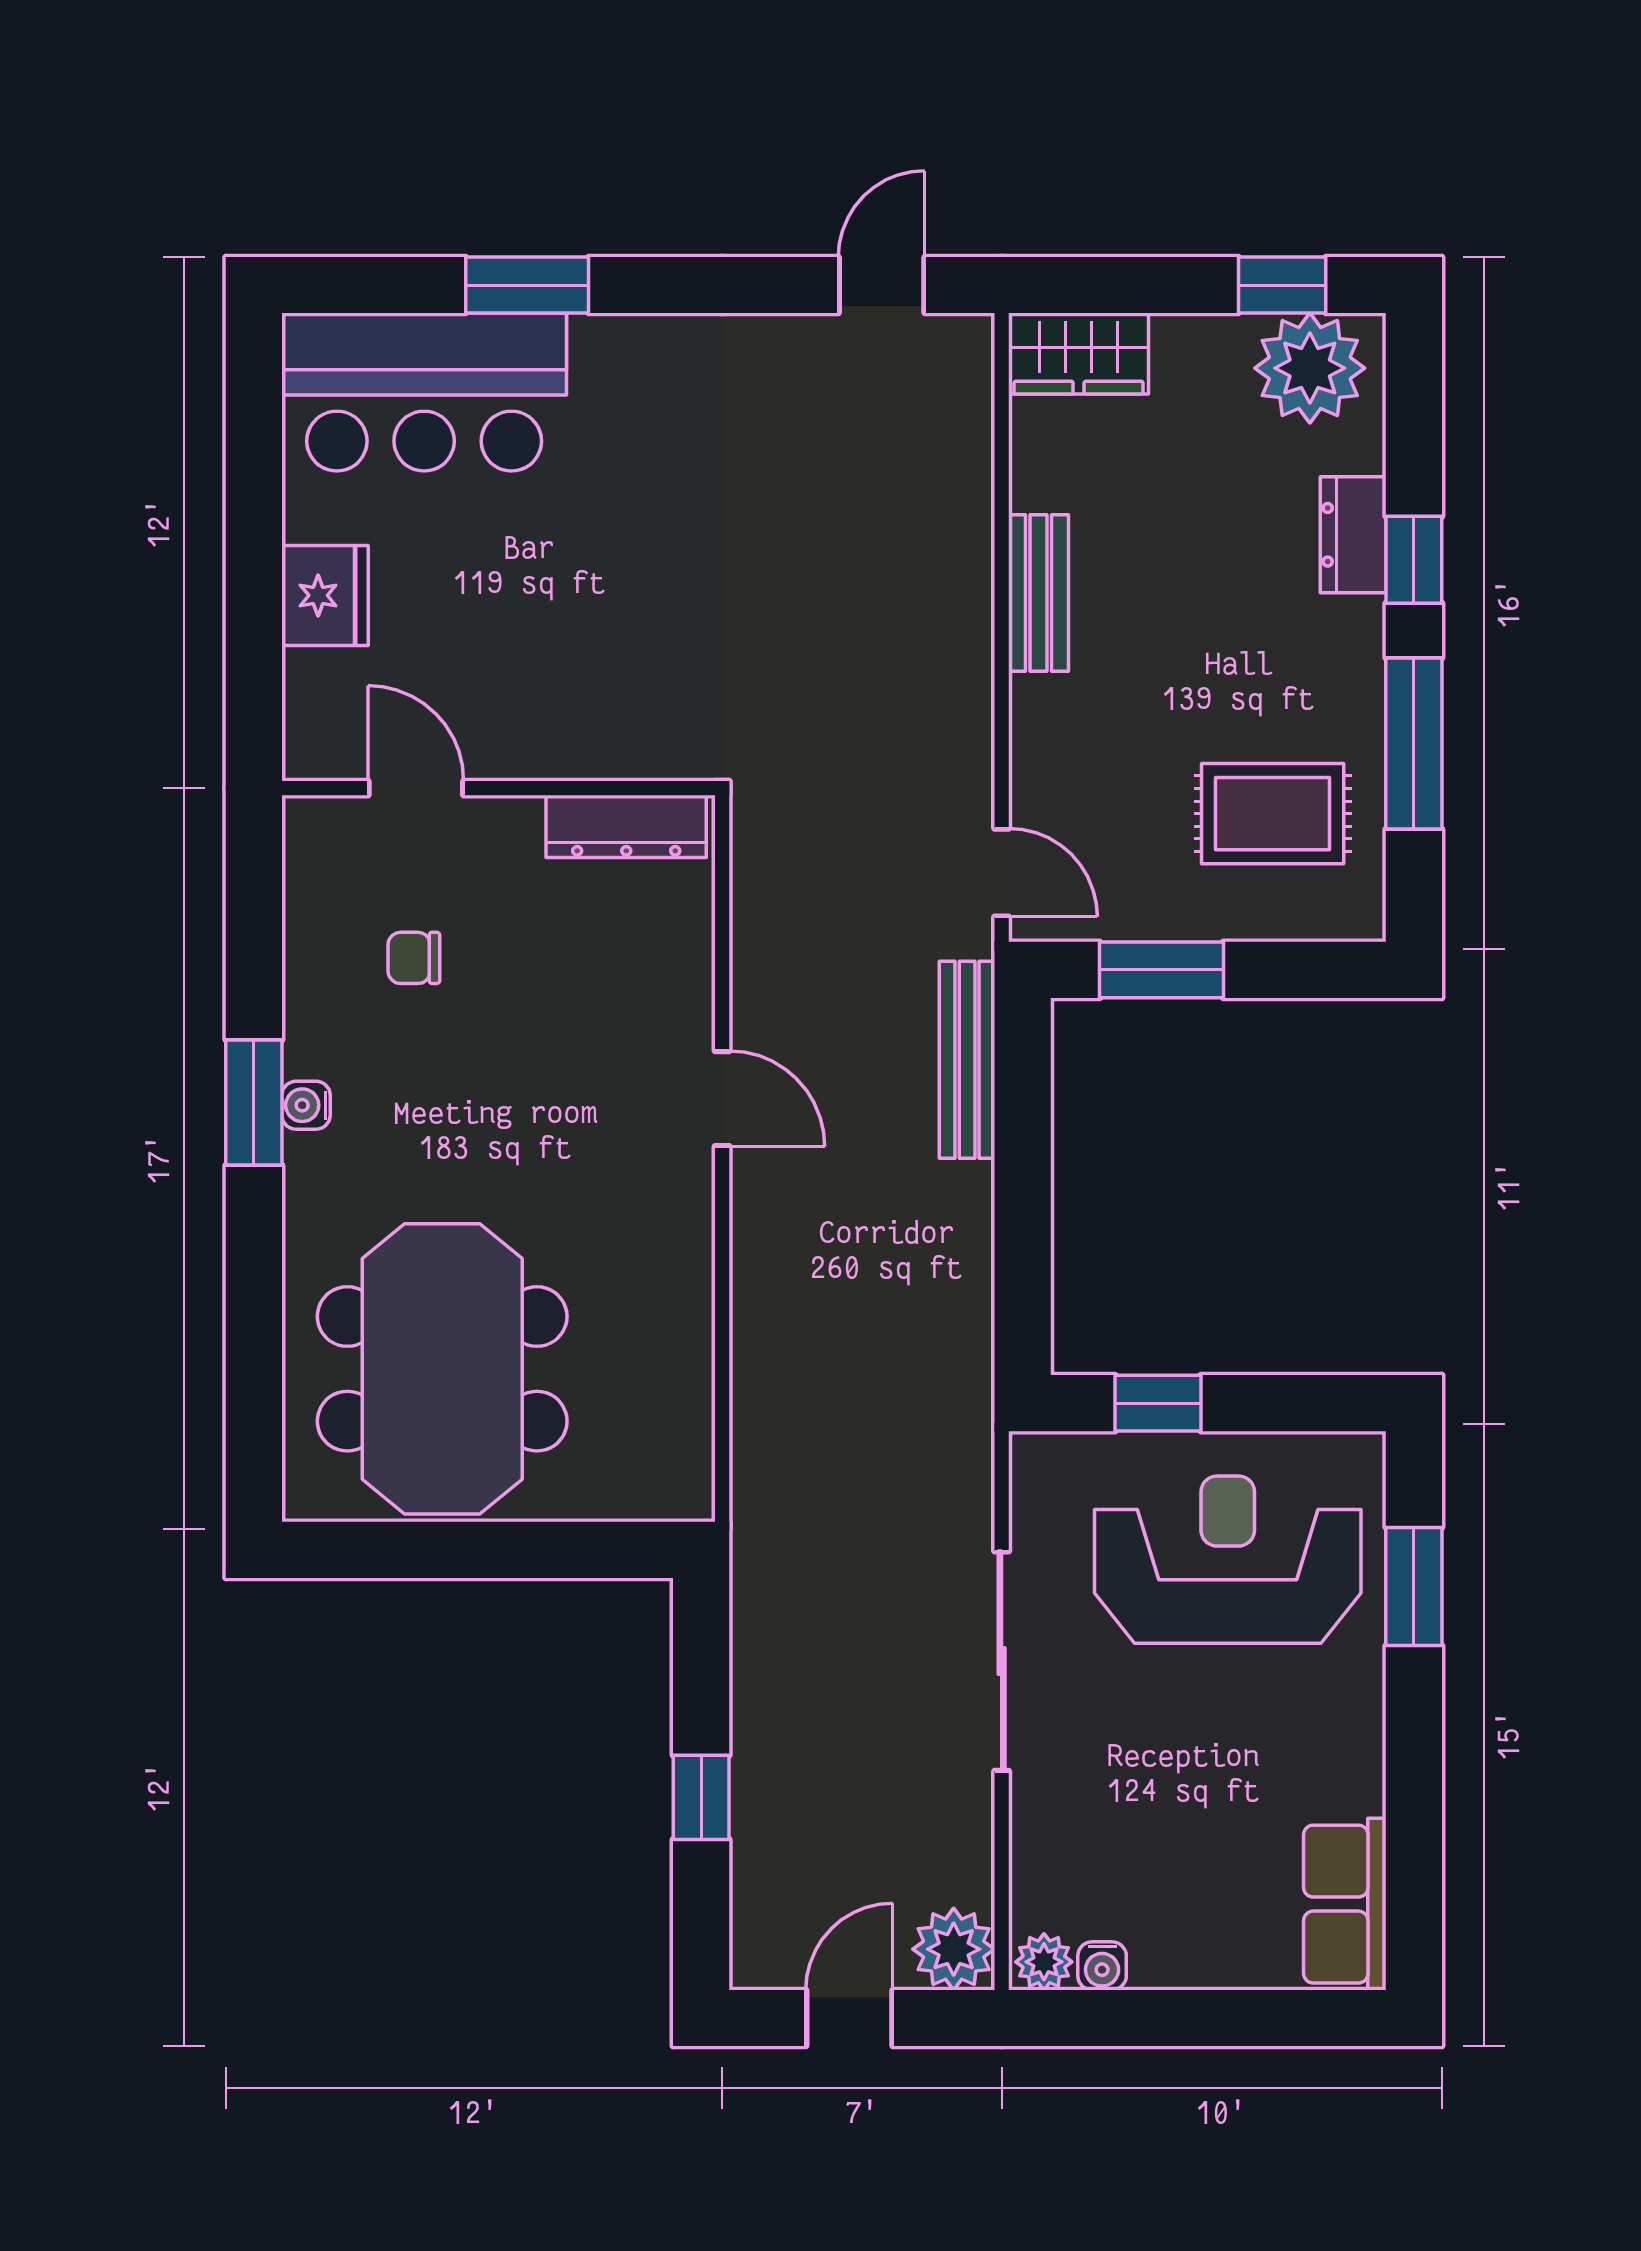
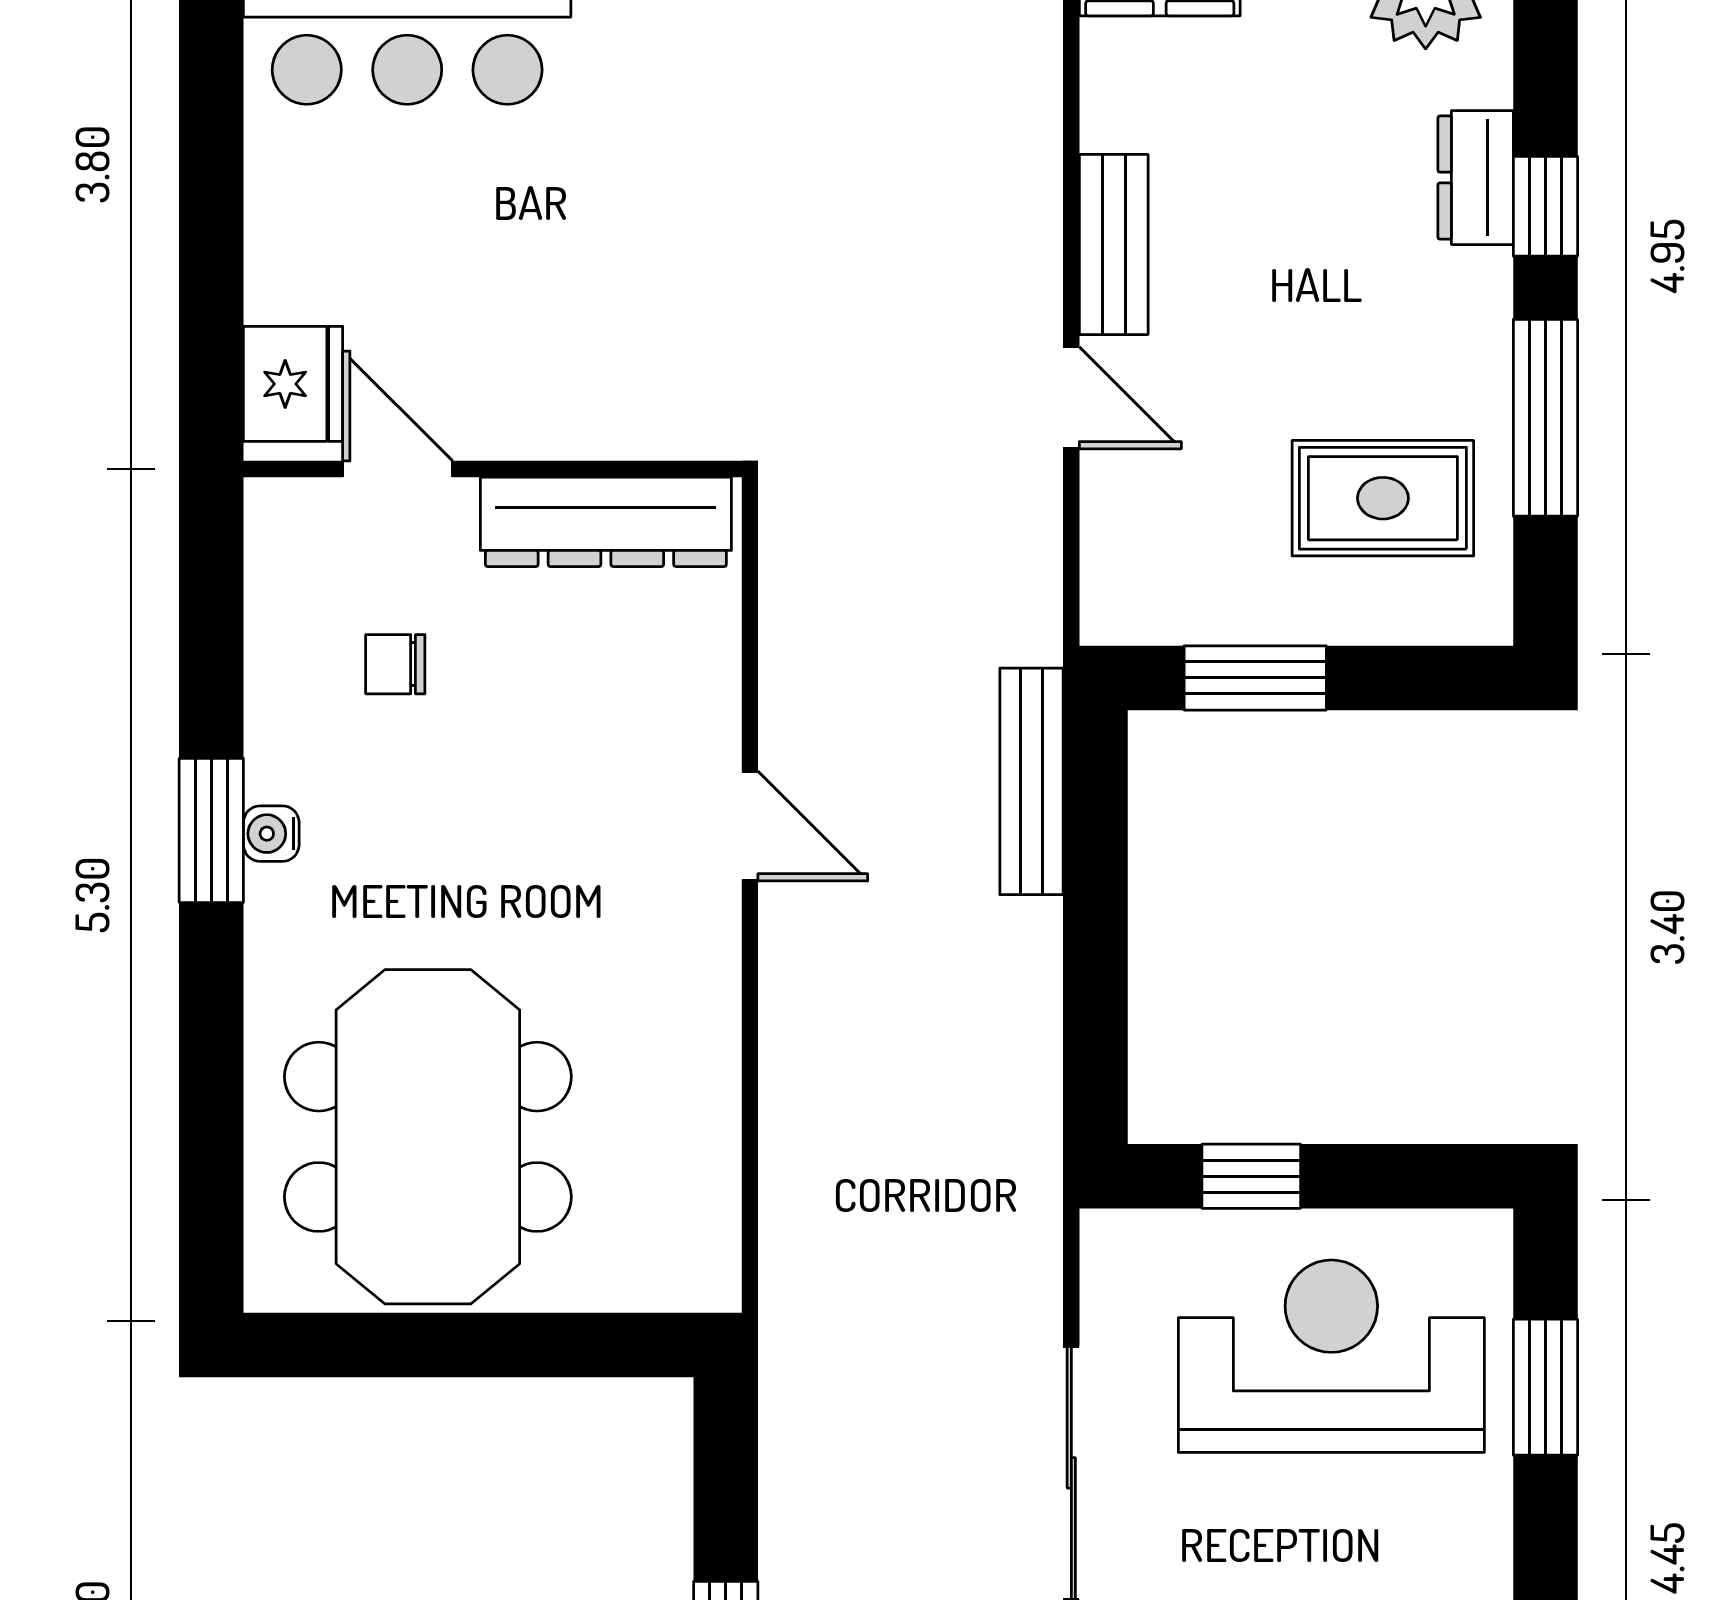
fridge: (325, 595) -> (293, 384), moved
dresser: (626, 826) -> (606, 522), width x1.37, depth x1.24
door: (1002, 873) -> (1071, 398), moved

